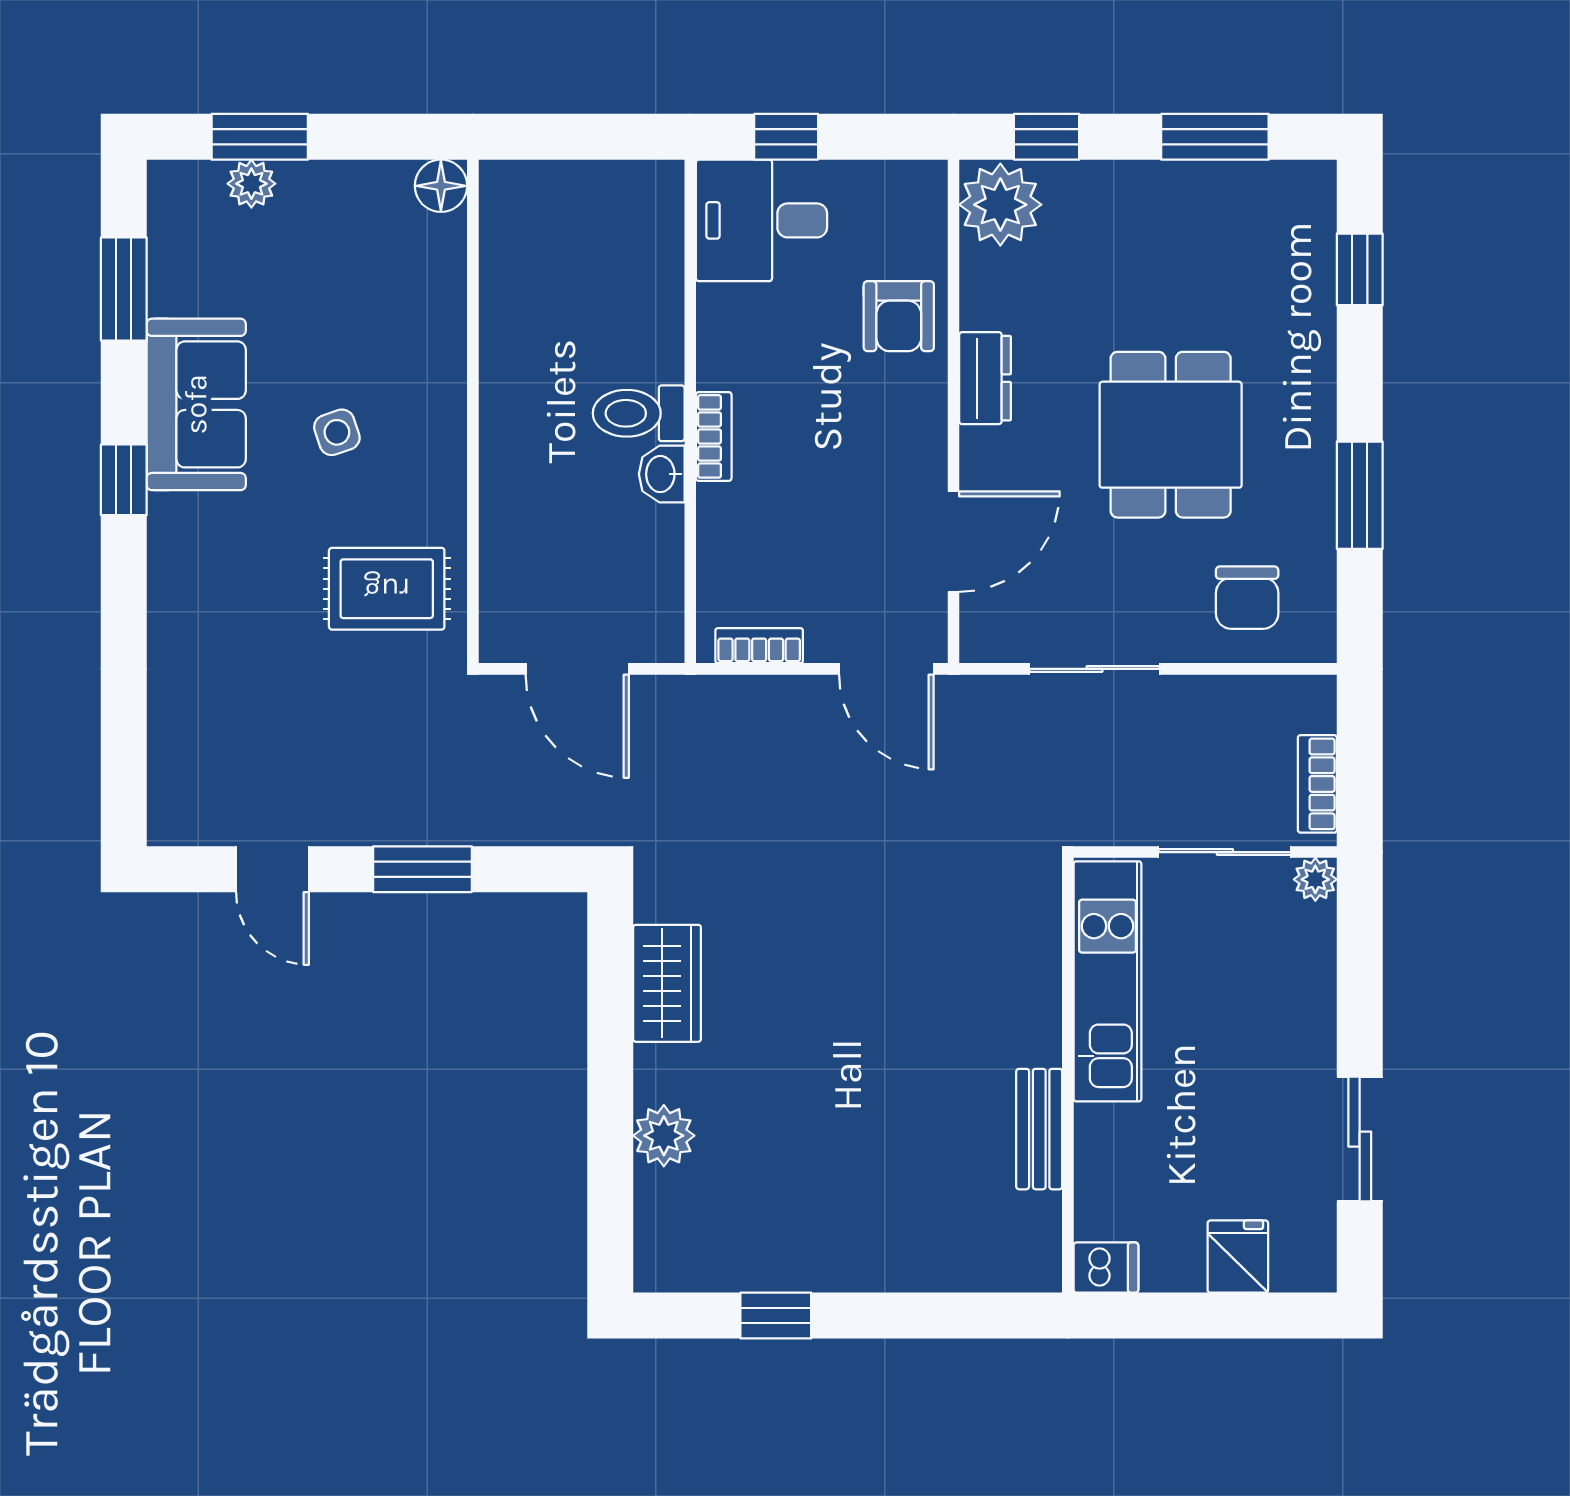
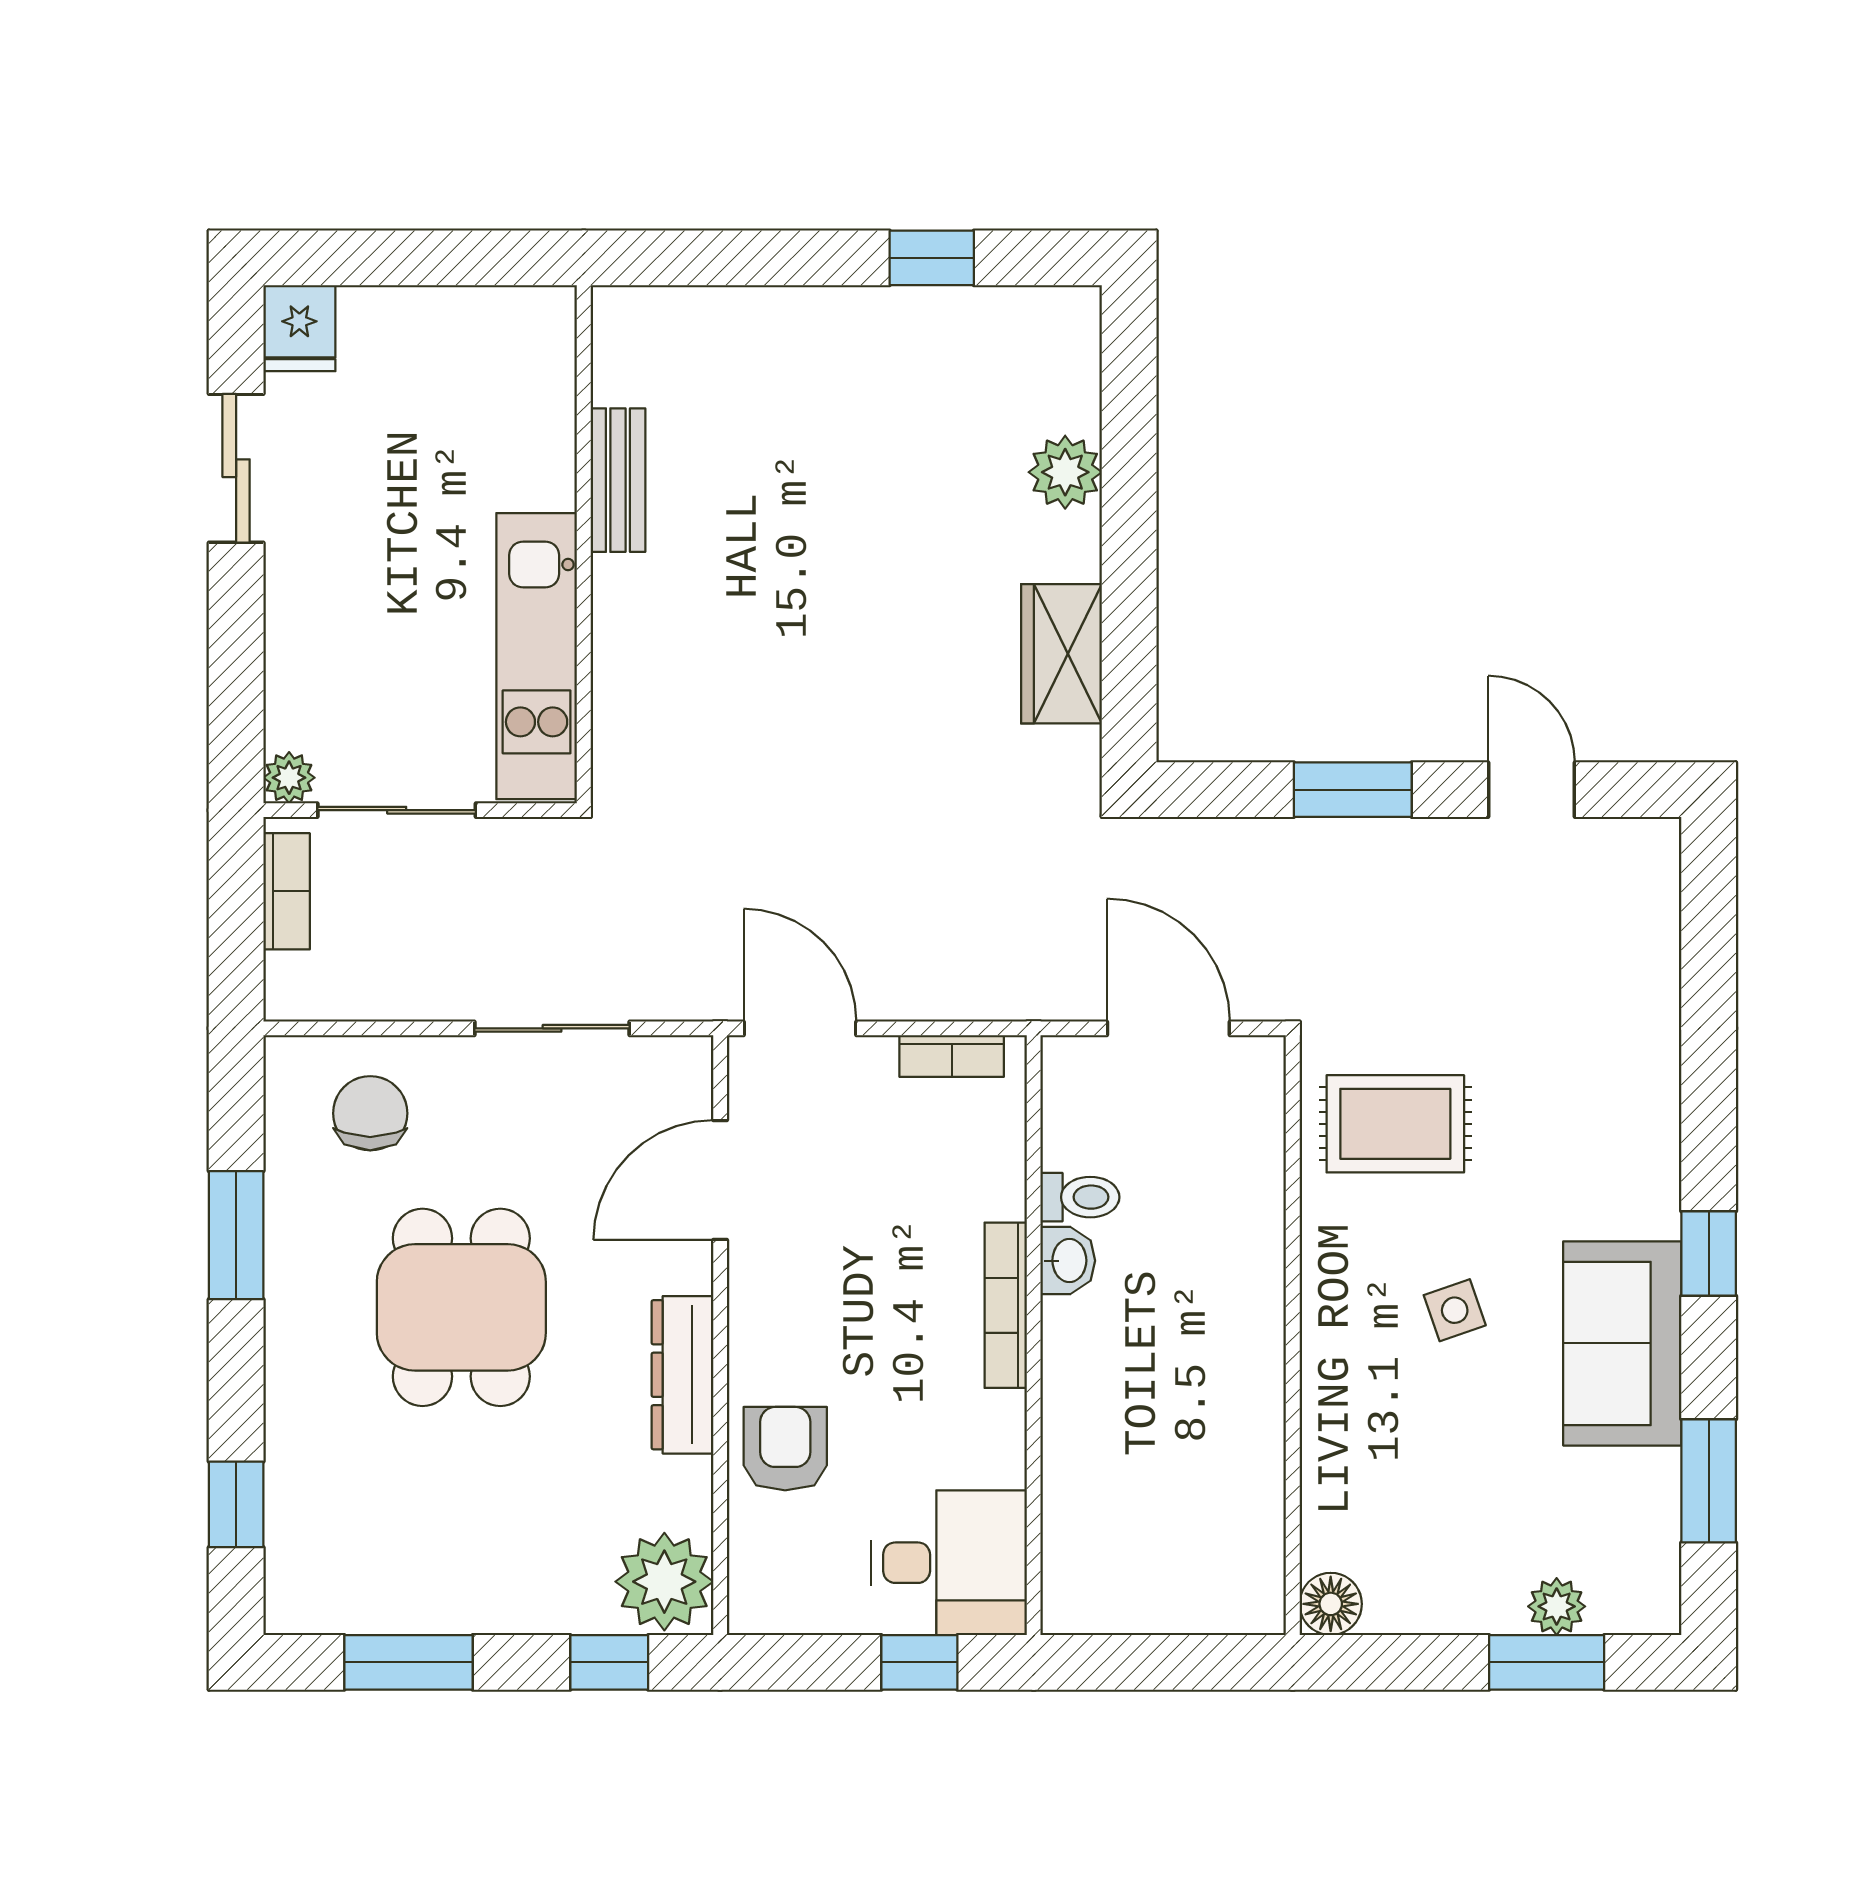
dresser: (985, 378) -> (682, 1375), width x1.44
toilet: (639, 413) -> (1080, 1197), moved, width x0.73, depth x0.72
bookcase: (714, 436) -> (1006, 1305), width x1.56
fridge: (1238, 1257) -> (299, 328), moved
dishwasher: (1106, 1268) -> (538, 315), removed

